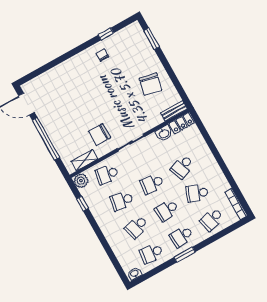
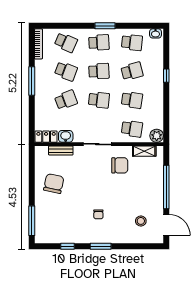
window: (152, 39) -> (32, 221), width x1.44
window: (76, 51) -> (101, 246), added
chair: (102, 55) -> (98, 214), moved
stool: (52, 95) -> (141, 221), added
bench: (174, 111) -> (61, 151), moved
window: (223, 167) -> (32, 81), added
window: (82, 204) -> (166, 76), moved
school desk: (212, 219) -> (66, 42), turned 39

